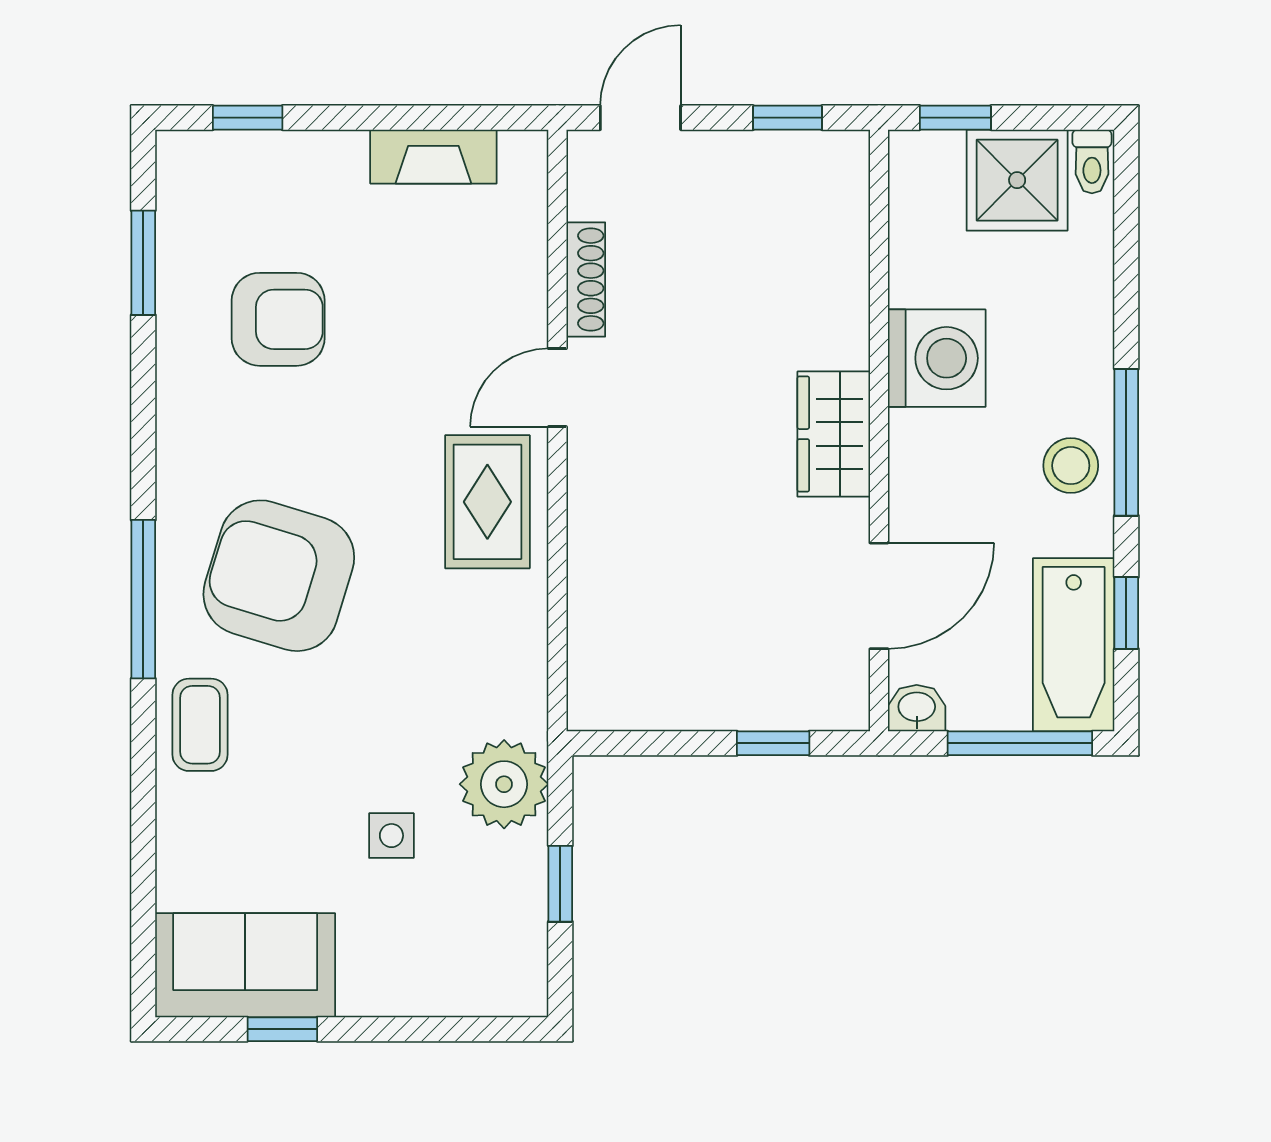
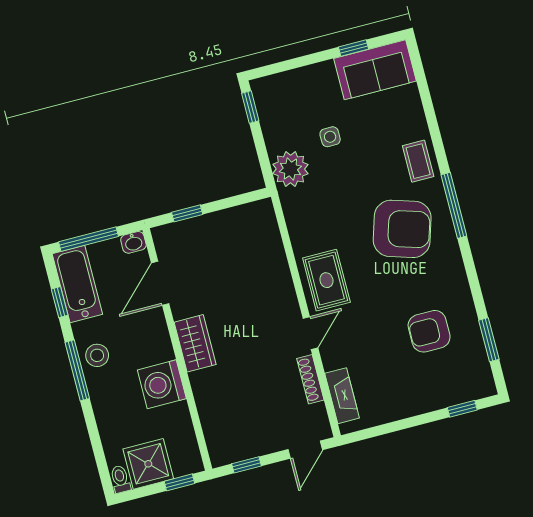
fireplace: (433, 157) -> (342, 396), moved, turned 90
window: (560, 884) -> (250, 107), moved

